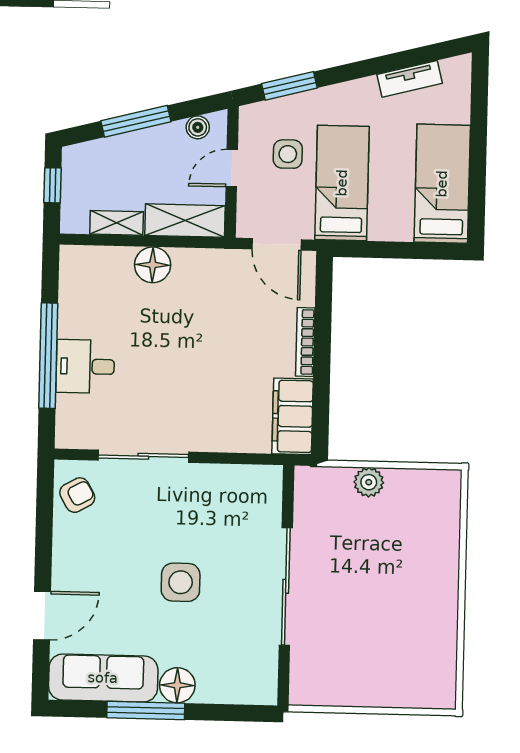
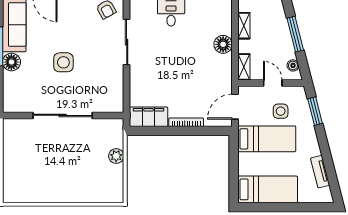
shelving: (185, 221) -> (244, 67), width x0.67, depth x0.75

